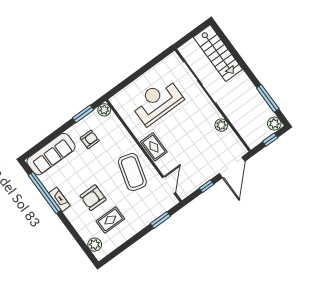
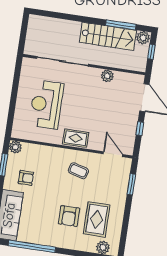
stairs: (218, 53) -> (108, 36), moved
armchair: (90, 139) -> (26, 178), turned 90
coffee table: (132, 172) -> (78, 171), width x0.54, depth x0.58
fireplace: (59, 199) -> (47, 241), removed
rug: (110, 220) -> (97, 219), width x1.36, depth x1.43

